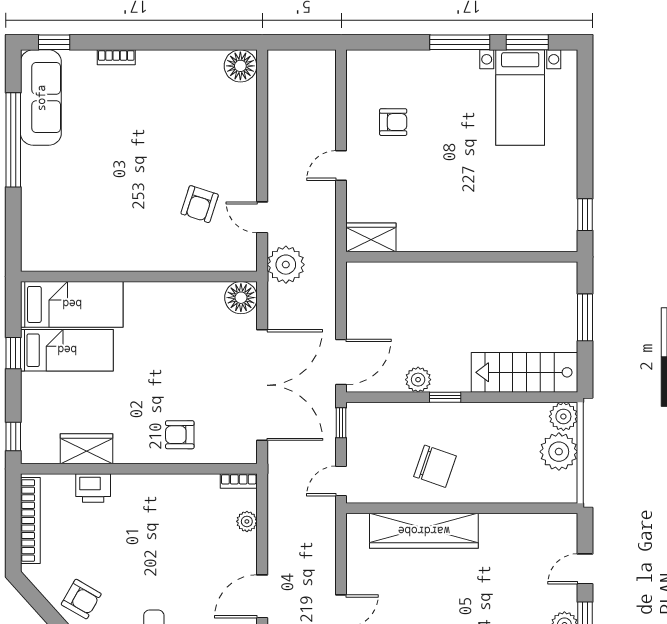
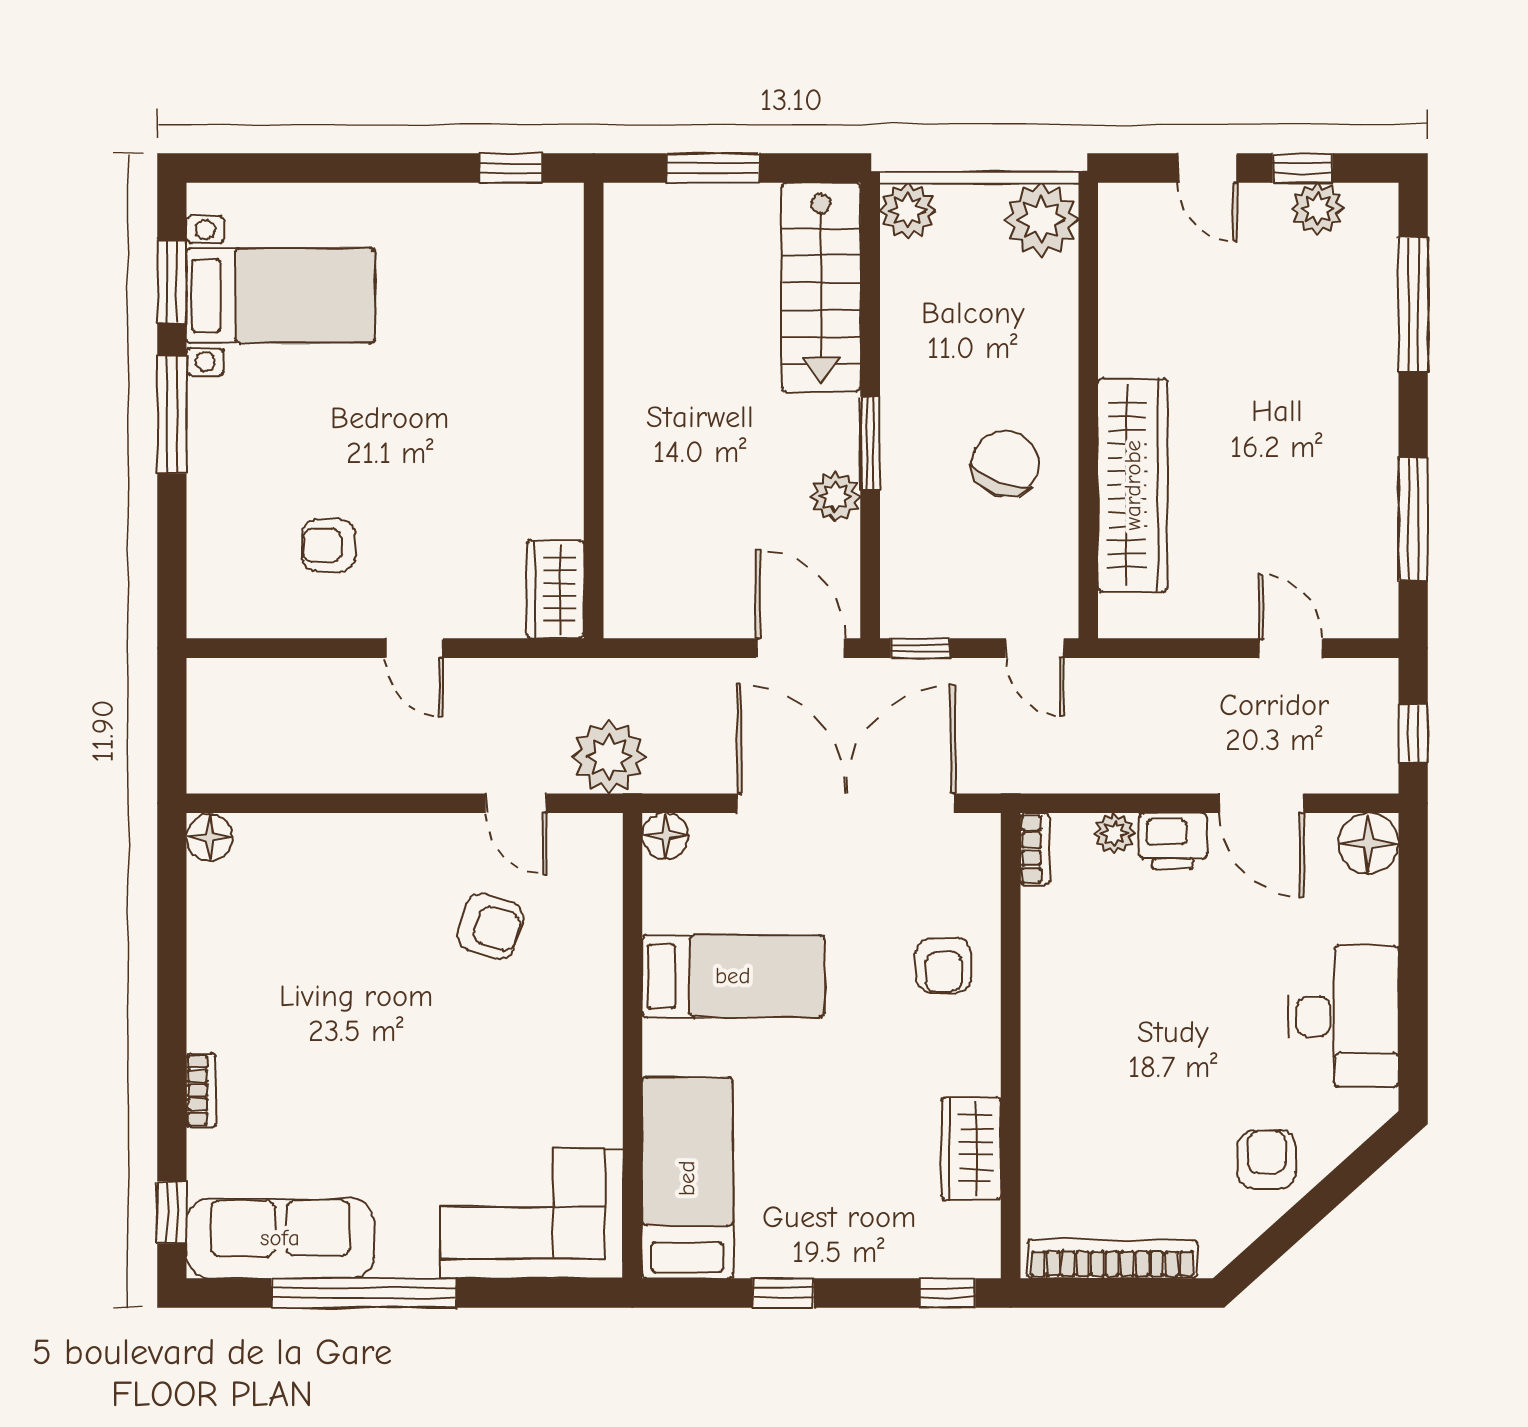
floor lamp: (240, 66) -> (209, 837), width x0.73, depth x0.73
armchair: (393, 122) -> (329, 546), turned -90
door: (262, 217) -> (516, 803), hinge flipped
corner sofa: (54, 225) -> (531, 1213), added
floor lamp: (241, 298) -> (665, 836), width x0.73, depth x0.73
bed: (67, 350) -> (733, 976), moved, turned 90
window: (445, 397) -> (870, 443), width x1.50
plant: (559, 452) -> (1041, 220), moved
printer: (93, 488) -> (1173, 841), moved, turned 90
armchair: (81, 599) -> (1267, 1159), turned -30

